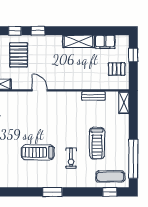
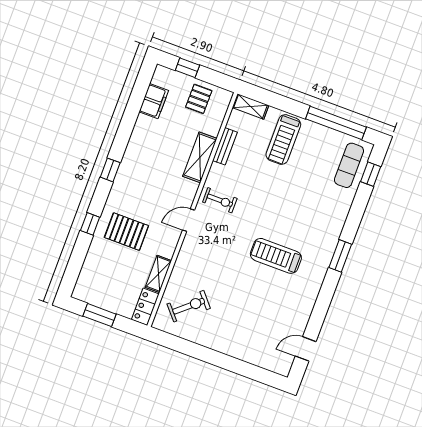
window: (38, 31) -> (110, 170), moved
shelving: (79, 41) -> (200, 157), moved
treadmill: (97, 143) -> (283, 140), moved, turned 90
treadmill: (38, 152) -> (276, 256), turned 90
exercise bike: (71, 158) -> (220, 200), moved

